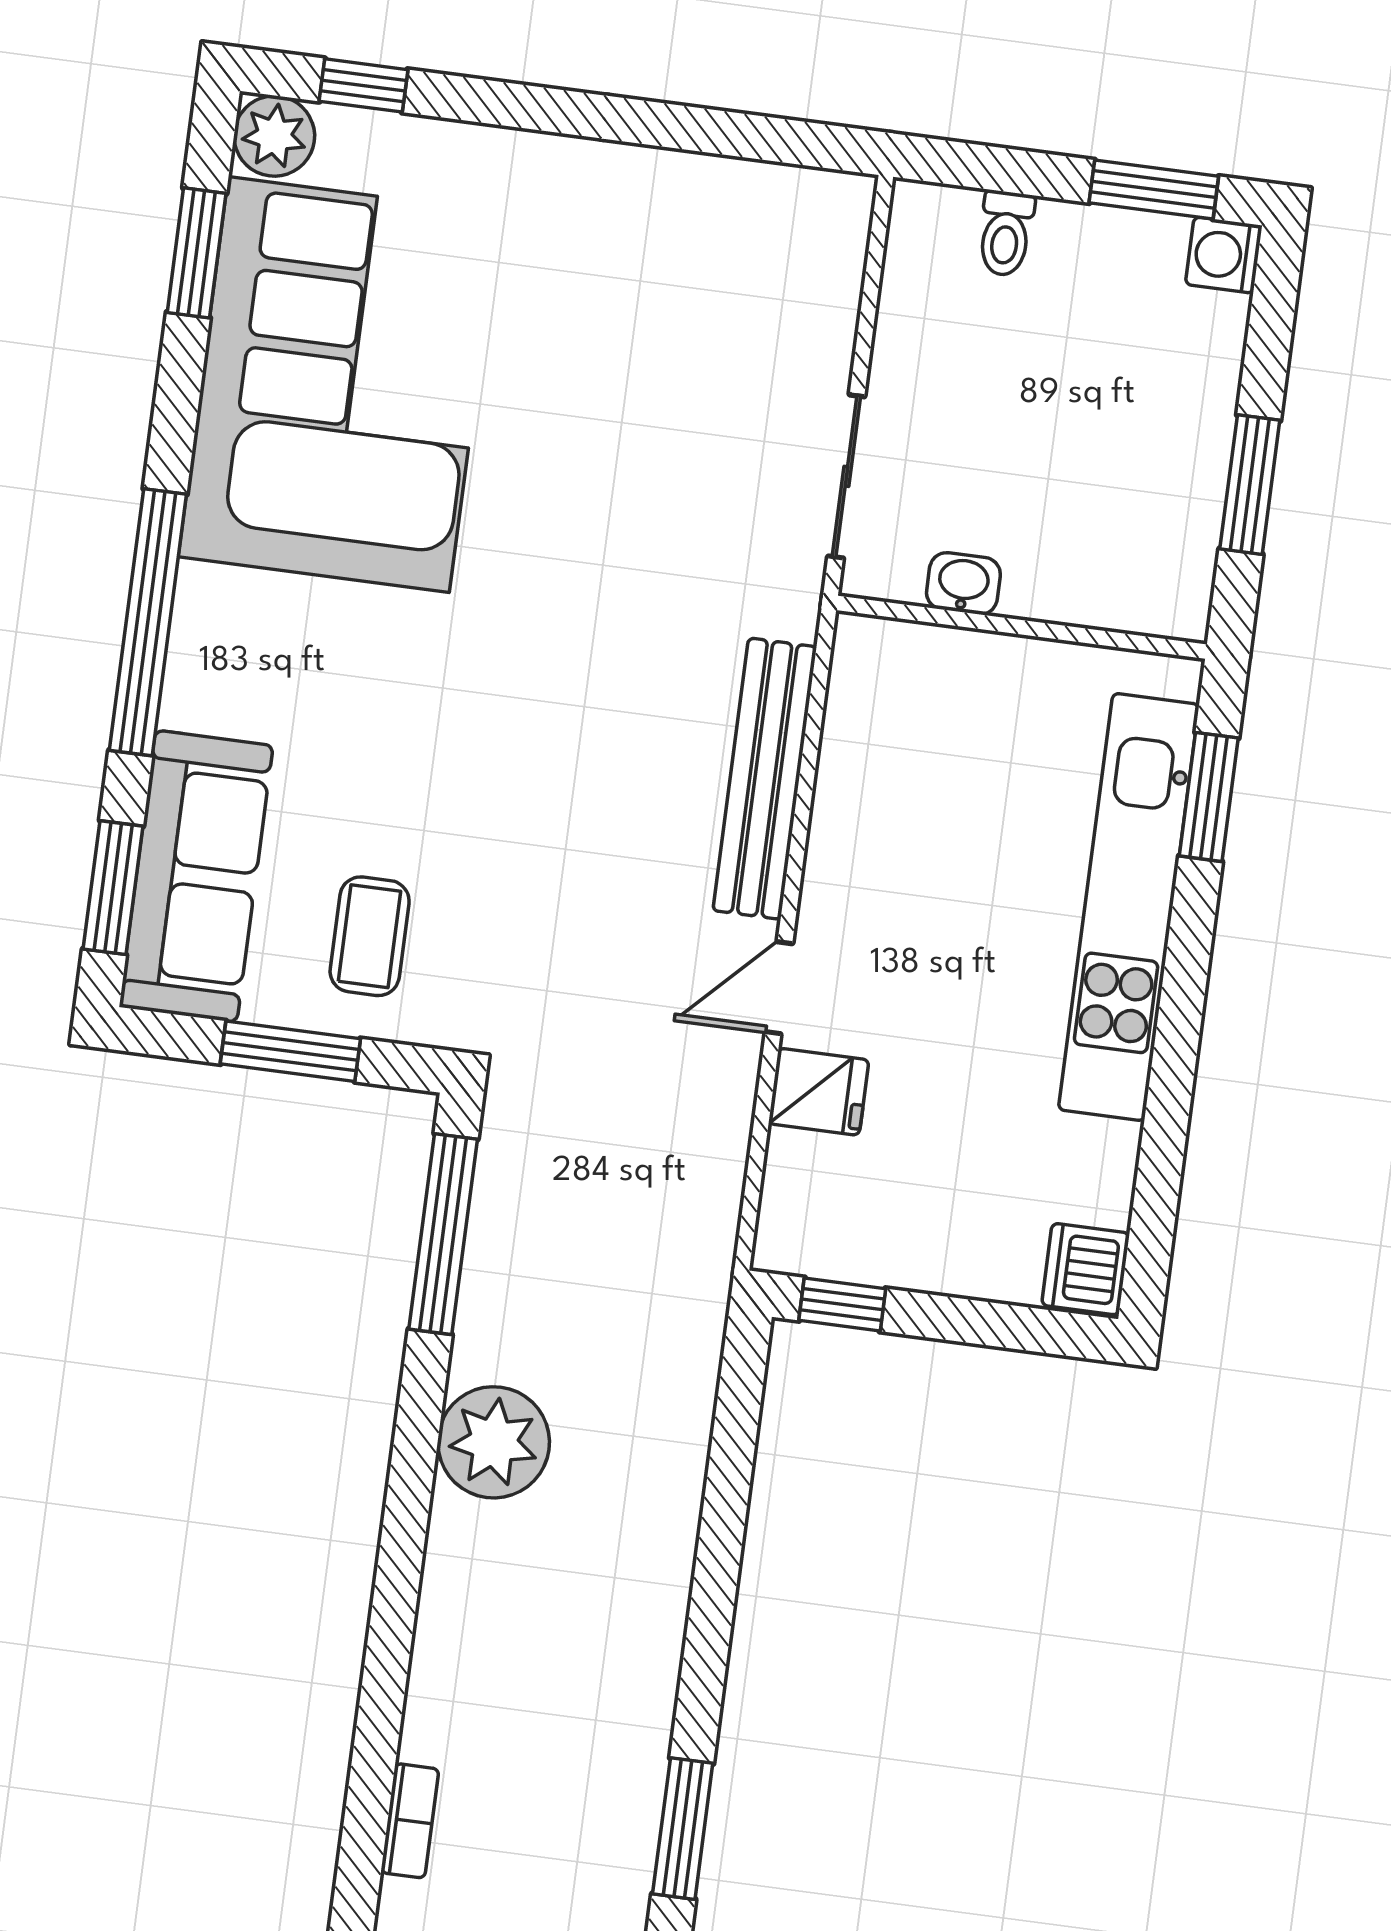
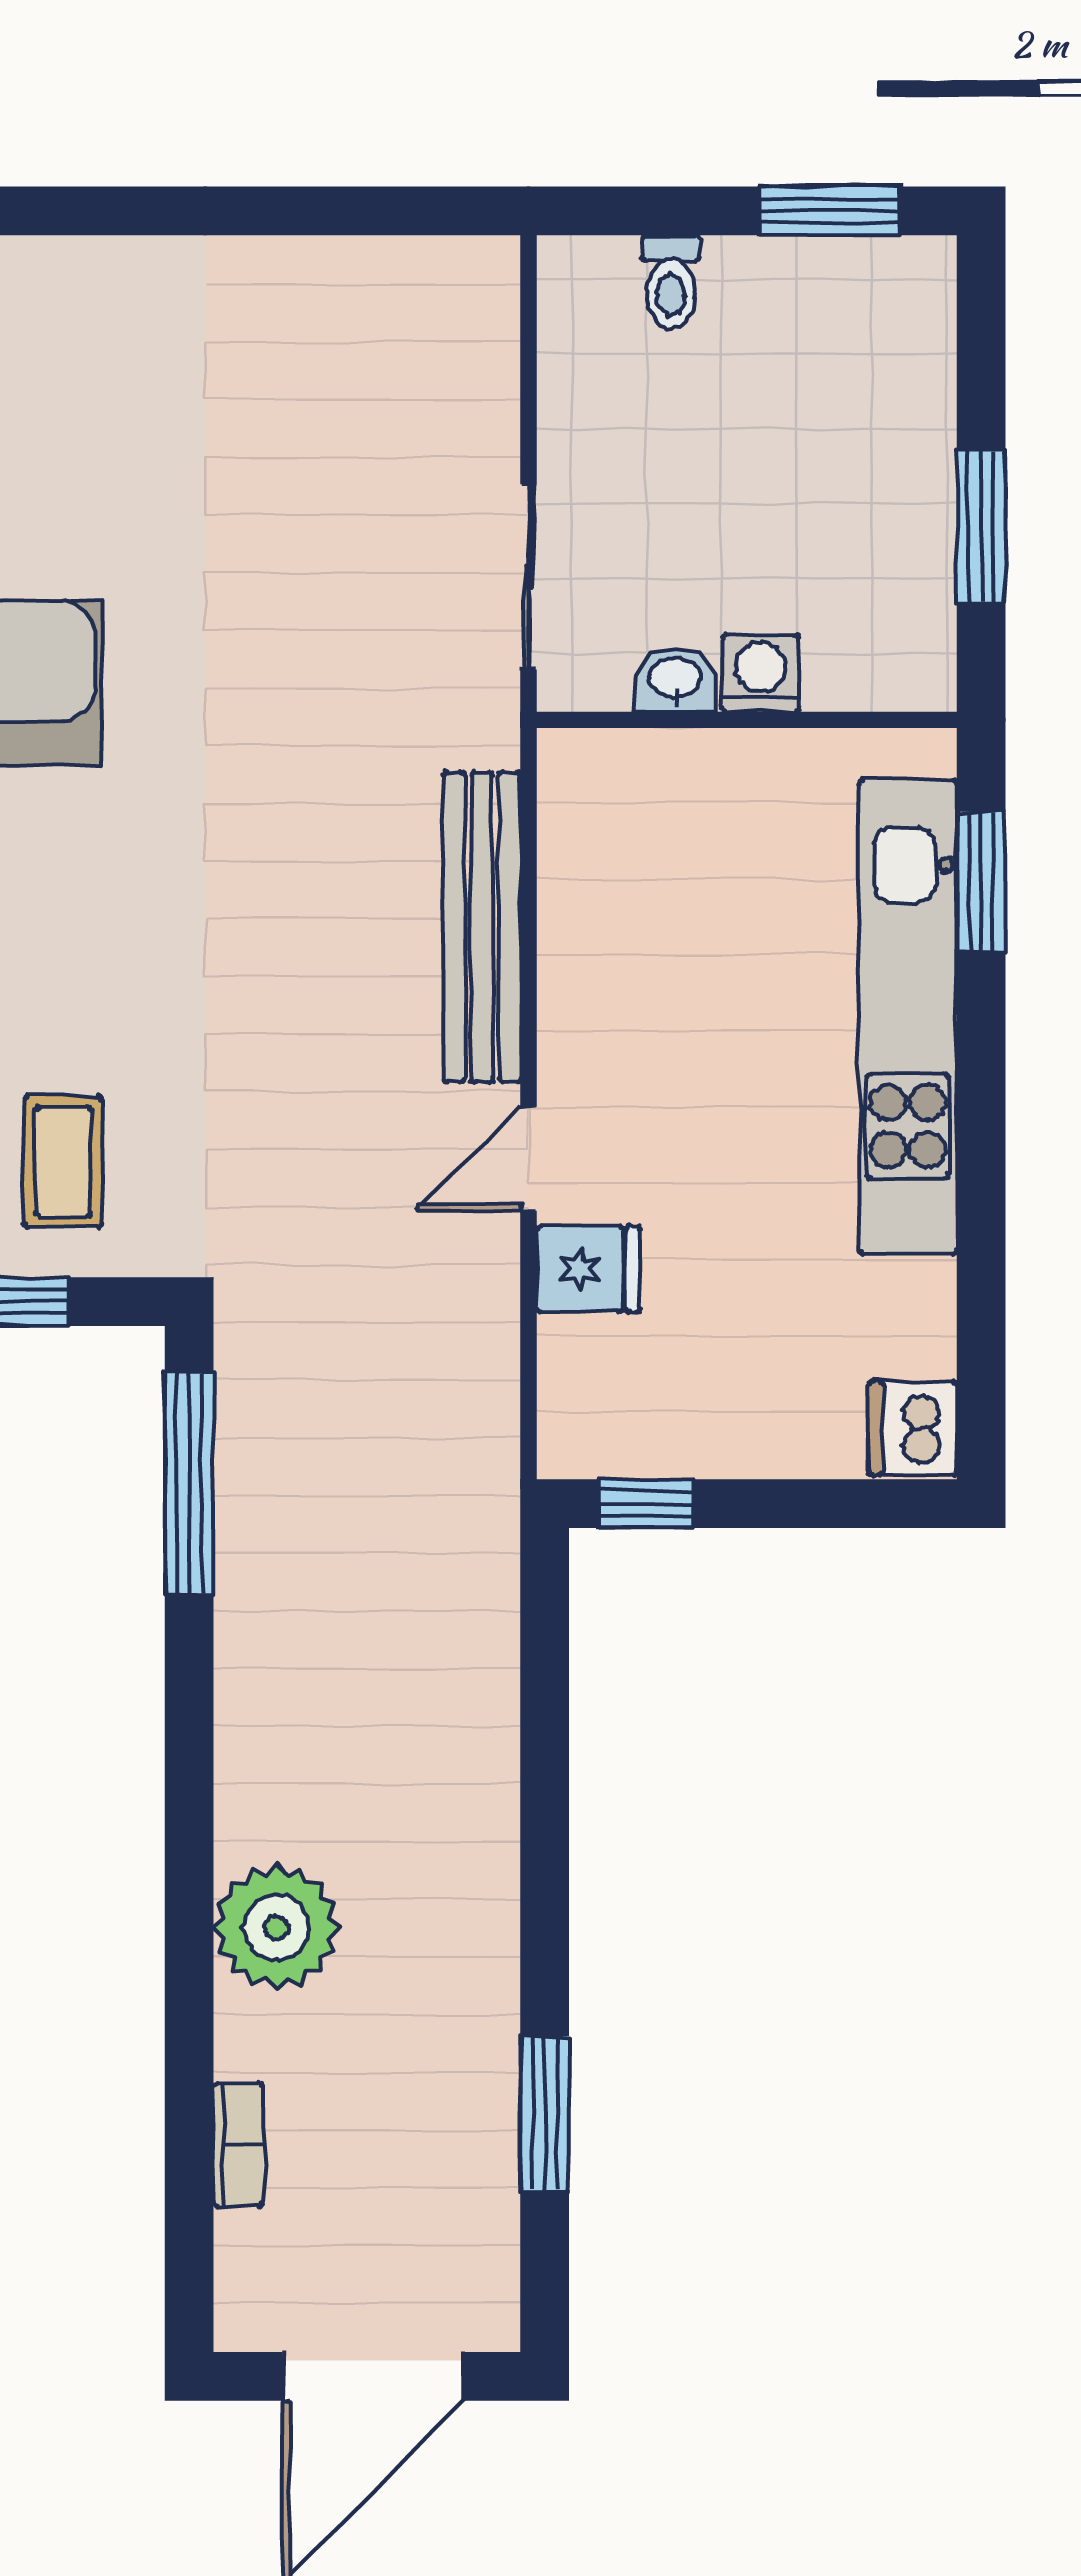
washing machine: (1224, 255) -> (761, 673), moved, turned 90
plant: (494, 1442) -> (276, 1927), moved

